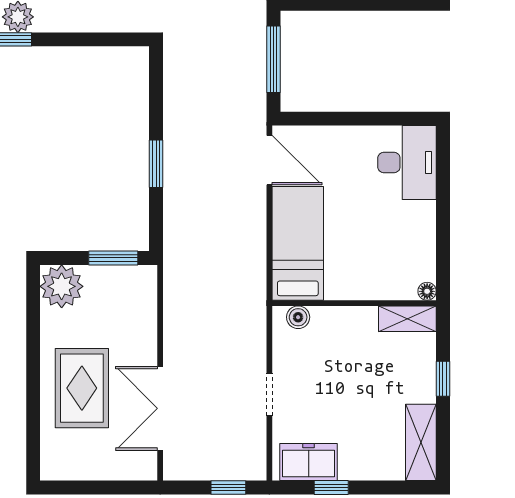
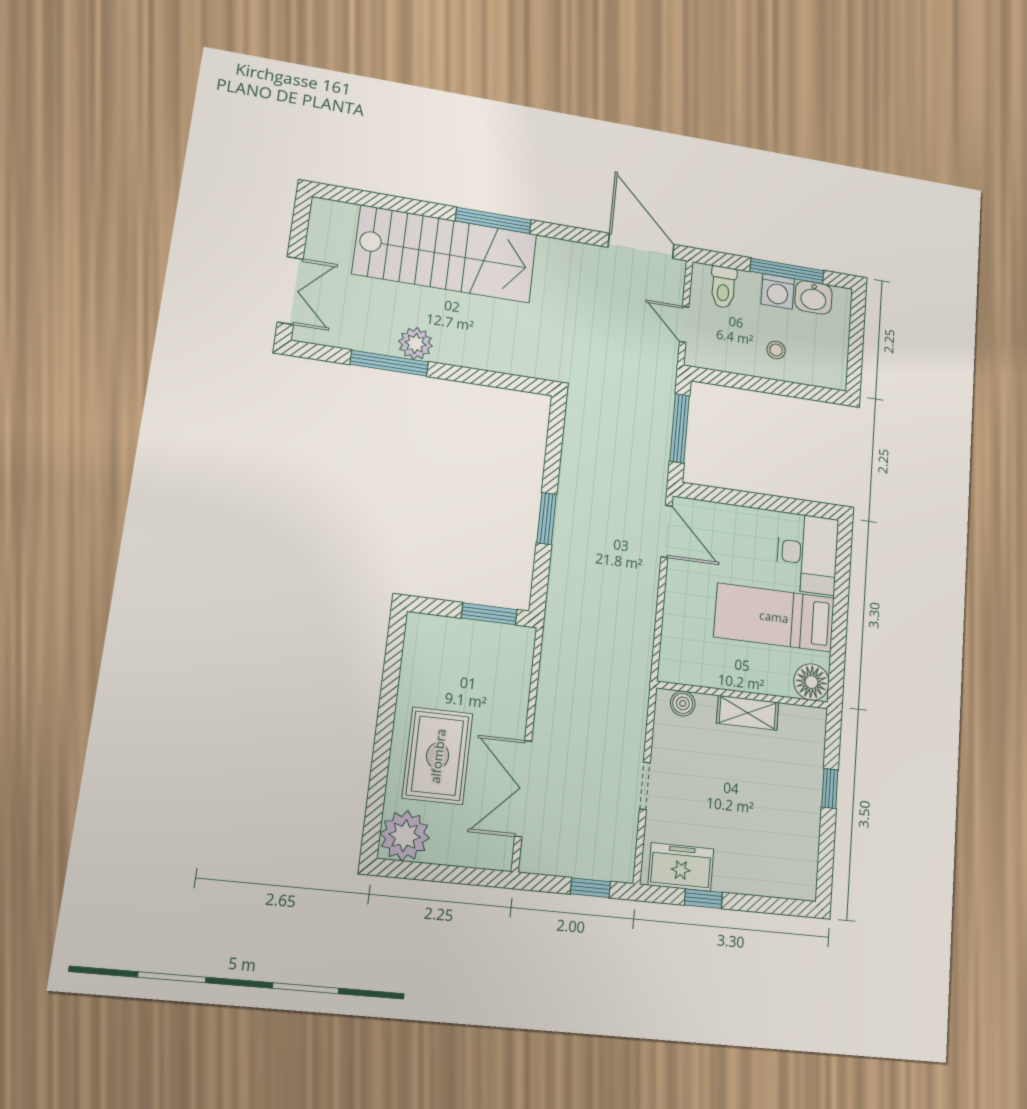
bed: (298, 243) -> (774, 617), moved, turned -90
plant: (62, 286) -> (405, 836), moved
floor lamp: (427, 291) -> (811, 682), width x1.89, depth x1.89
shelving: (407, 319) -> (748, 713), moved
shelving: (421, 442) -> (803, 857), removed

